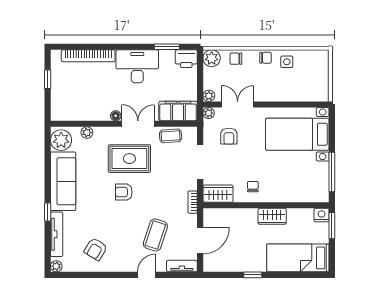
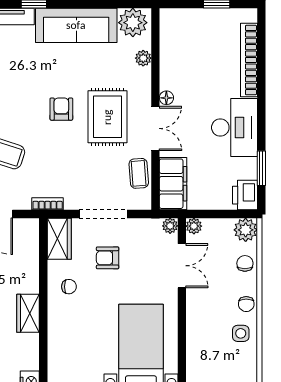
armchair: (229, 136) -> (108, 258), moved

